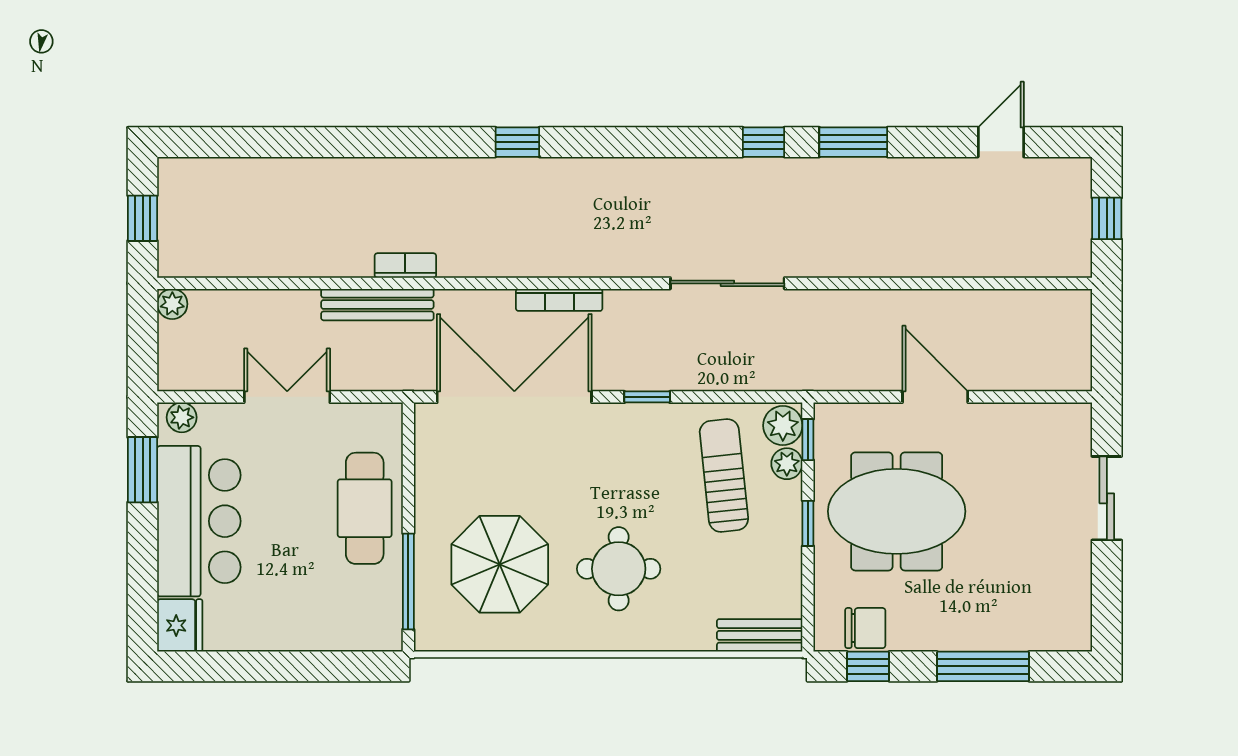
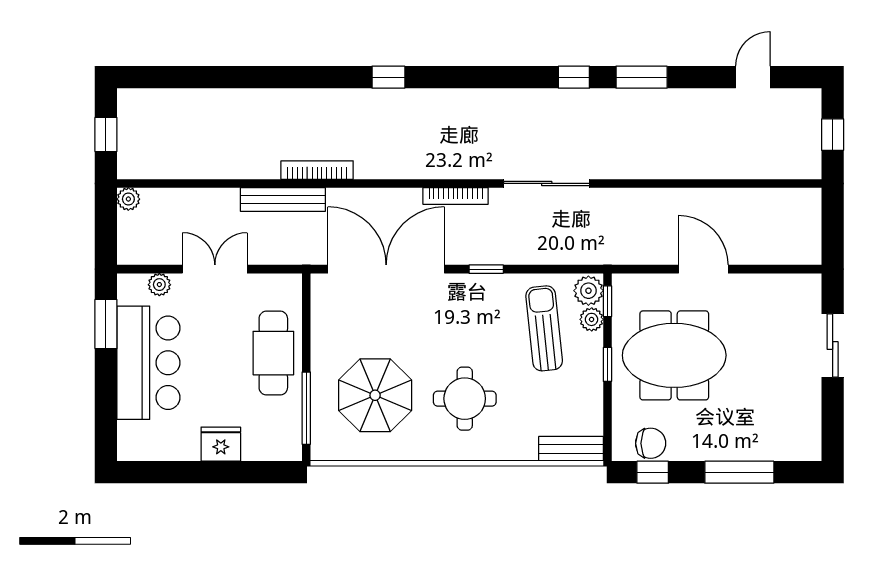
bookcase: (405, 265) -> (317, 170), width x1.56
bookcase: (559, 300) -> (456, 196), moved
plant: (182, 417) -> (159, 285), moved
fridge: (180, 625) -> (221, 444), moved, turned -90

